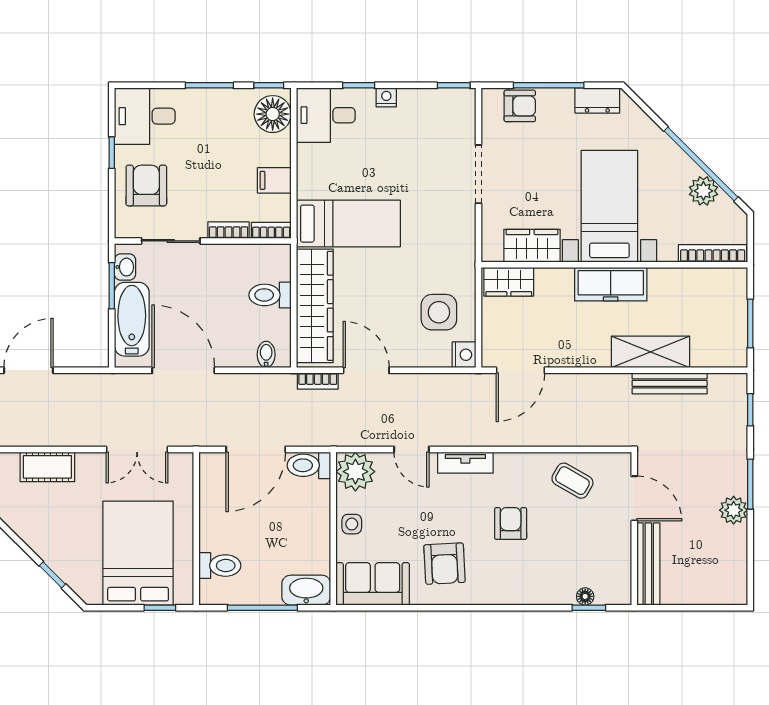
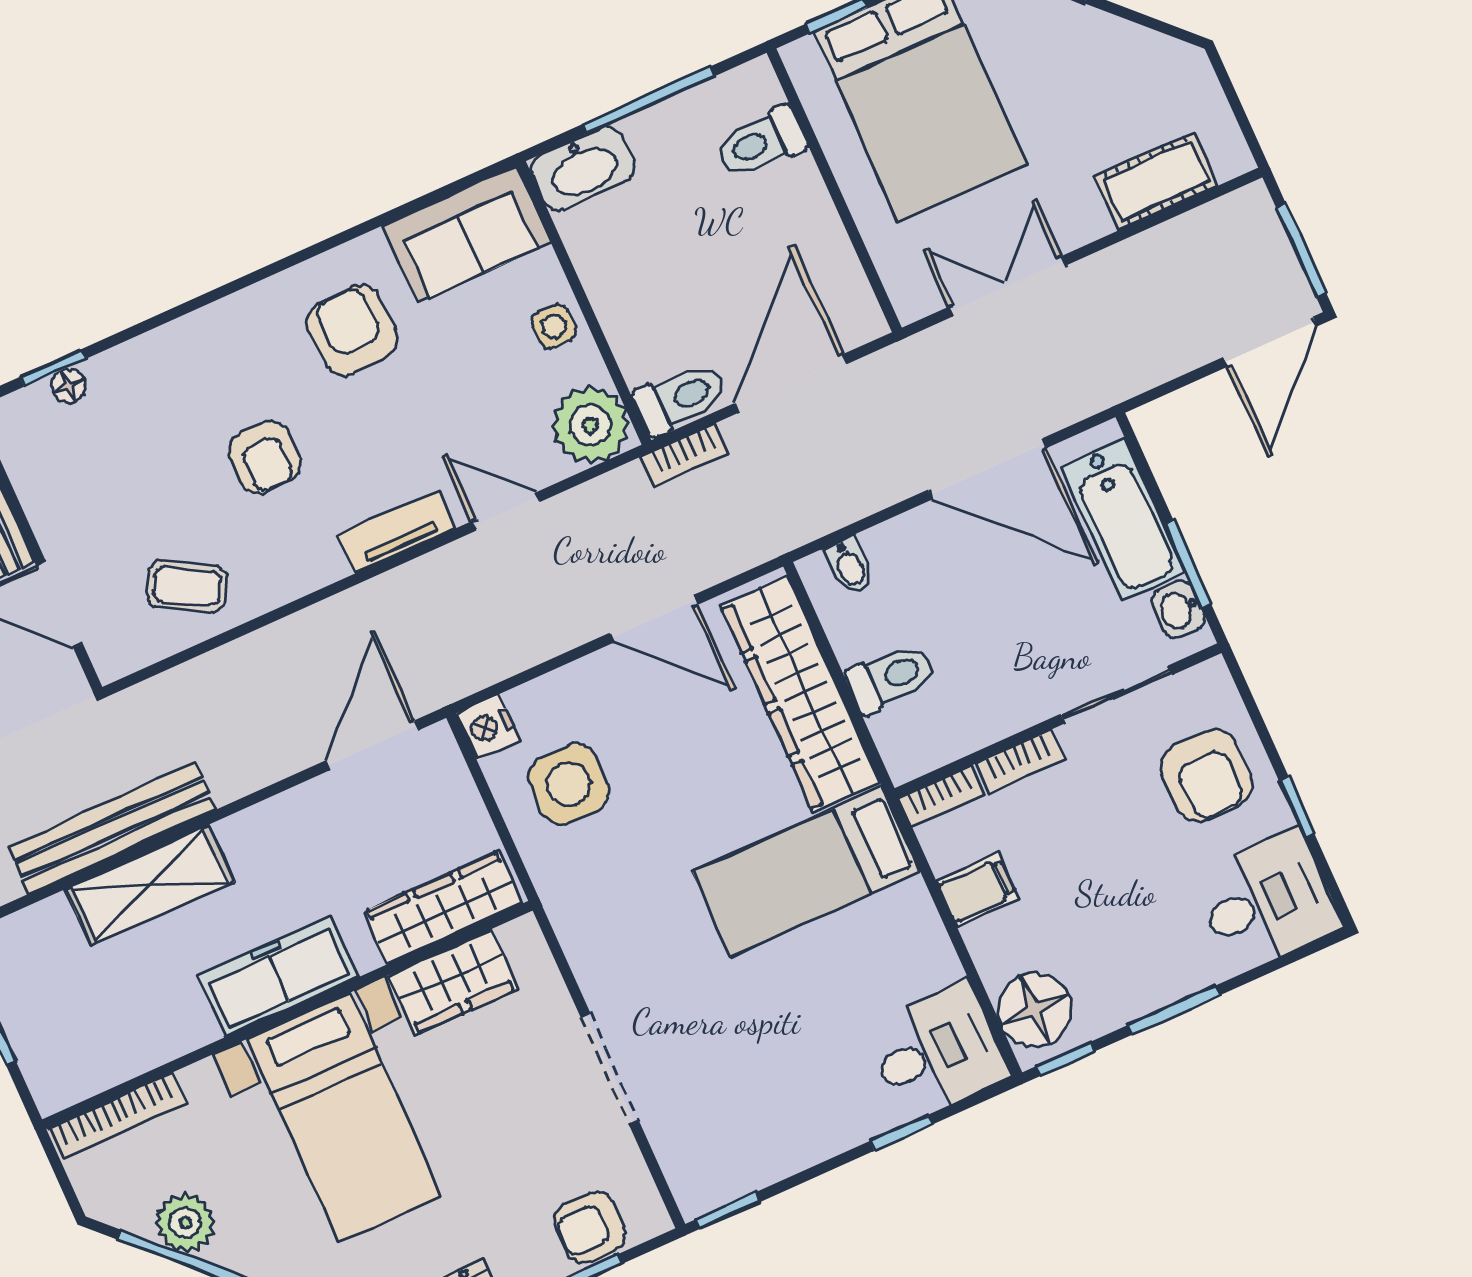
nightstand: (386, 97) -> (841, 1133), removed
wardrobe: (509, 282) -> (443, 907), width x1.50
bookcase: (318, 381) -> (685, 455), moved, turned 180
bench: (670, 383) -> (112, 828), width x1.37, depth x1.21

